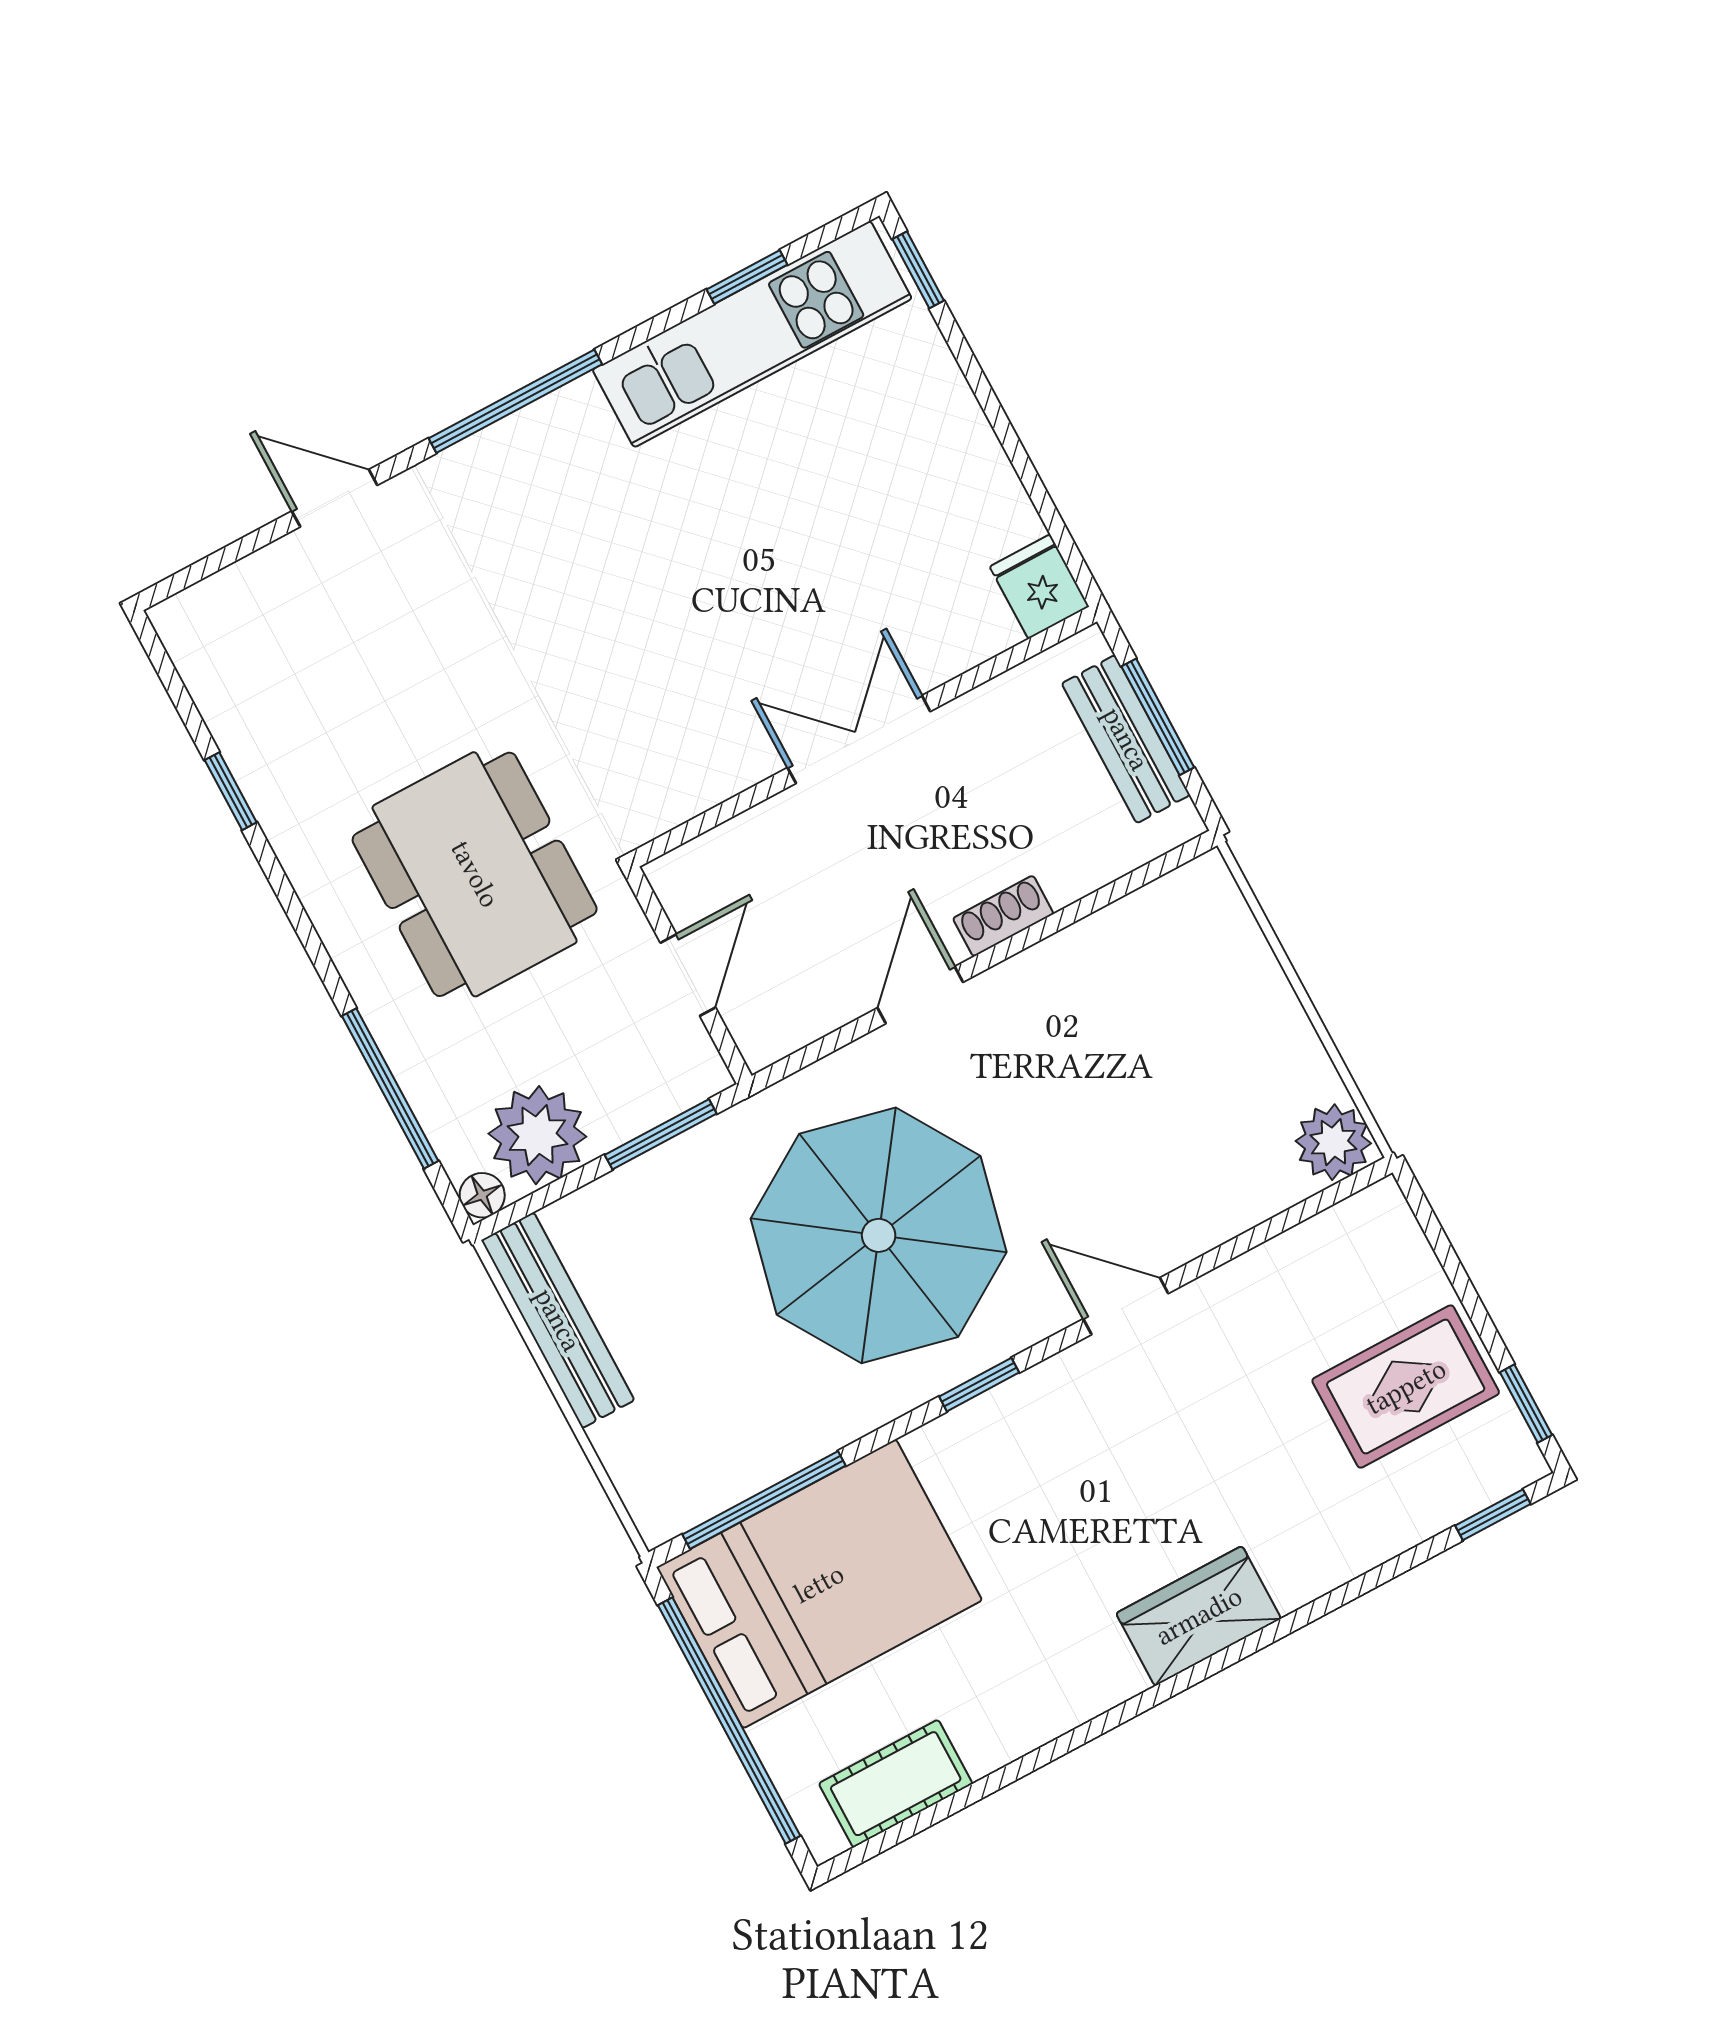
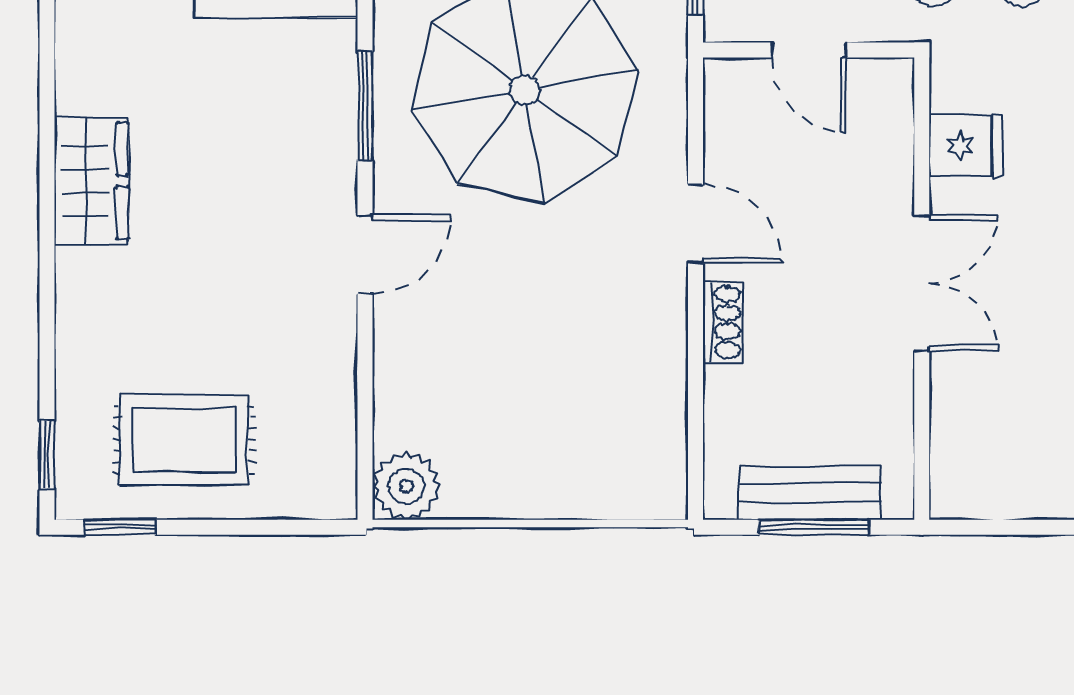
fridge: (1039, 587) -> (966, 146), moved
window: (979, 1385) -> (365, 106), width x1.50
rug: (1406, 1387) -> (184, 440), turned 90

